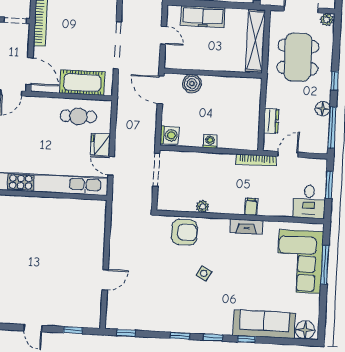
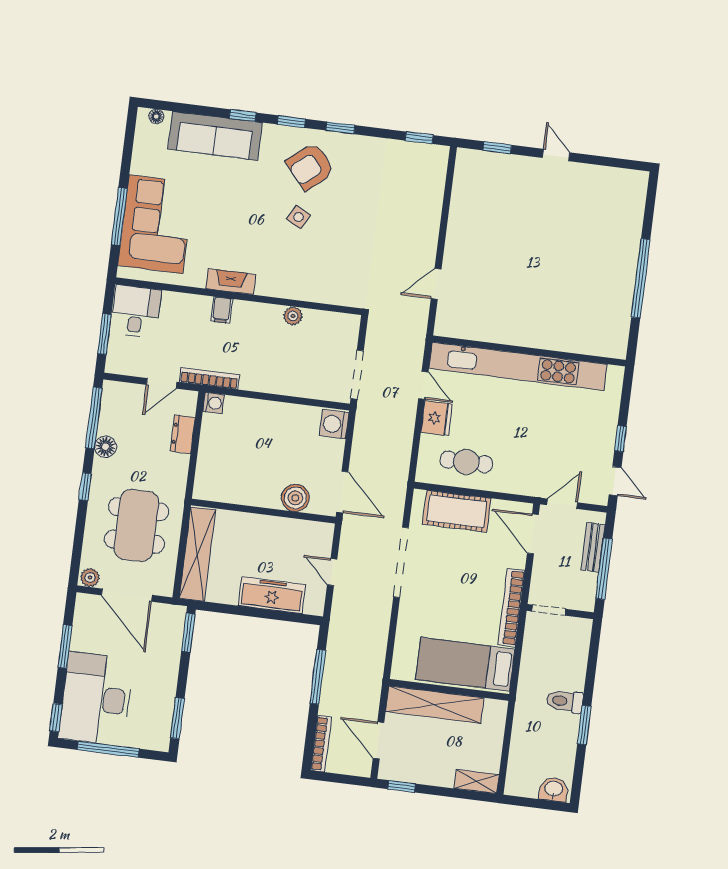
washing machine: (210, 141) -> (214, 403), moved, turned -90
armchair: (184, 232) -> (310, 167), moved, turned -40
door: (105, 280) -> (436, 284), moved
floor lamp: (305, 330) -> (156, 116), width x0.53, depth x0.53

